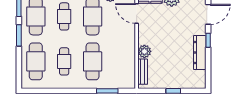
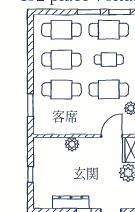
cafe table: (64, 61) -> (61, 60), width x1.37, depth x1.35
bench: (143, 72) -> (51, 142), removed

